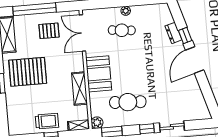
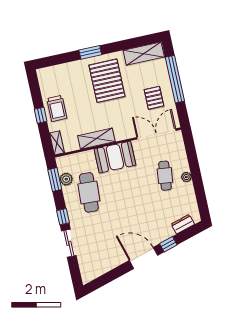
dresser: (173, 33) -> (183, 224), moved
plant: (97, 123) -> (66, 179), moved

